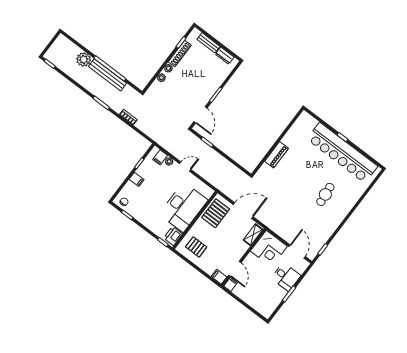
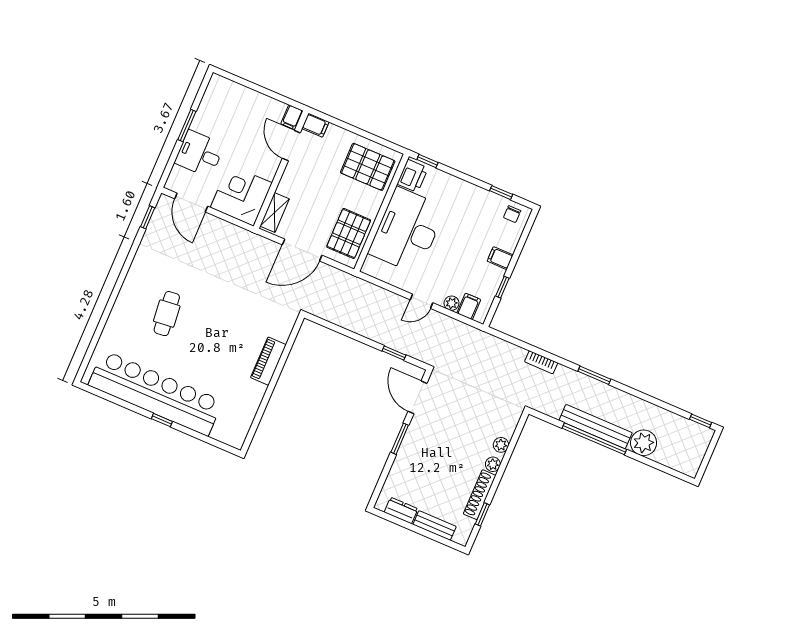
pallet: (196, 247) -> (368, 167), width x1.50, depth x1.42

